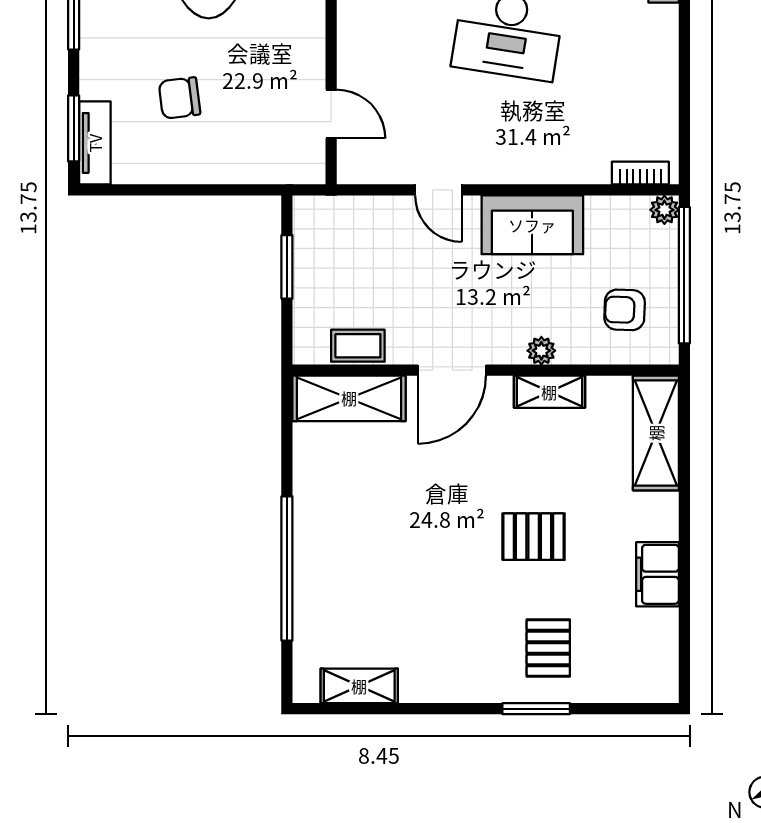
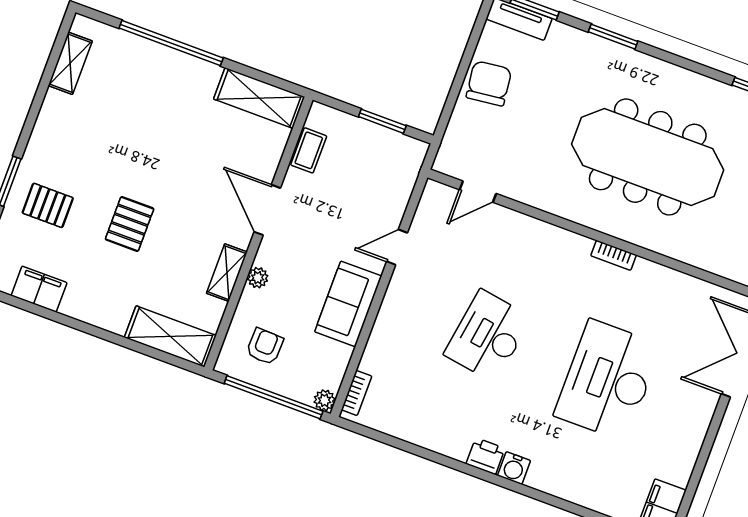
chair: (180, 98) -> (489, 83), moved, width x1.37, depth x1.37
shelving: (349, 398) -> (259, 98), moved, turned 90
filing cabinet: (657, 574) -> (39, 289), moved

